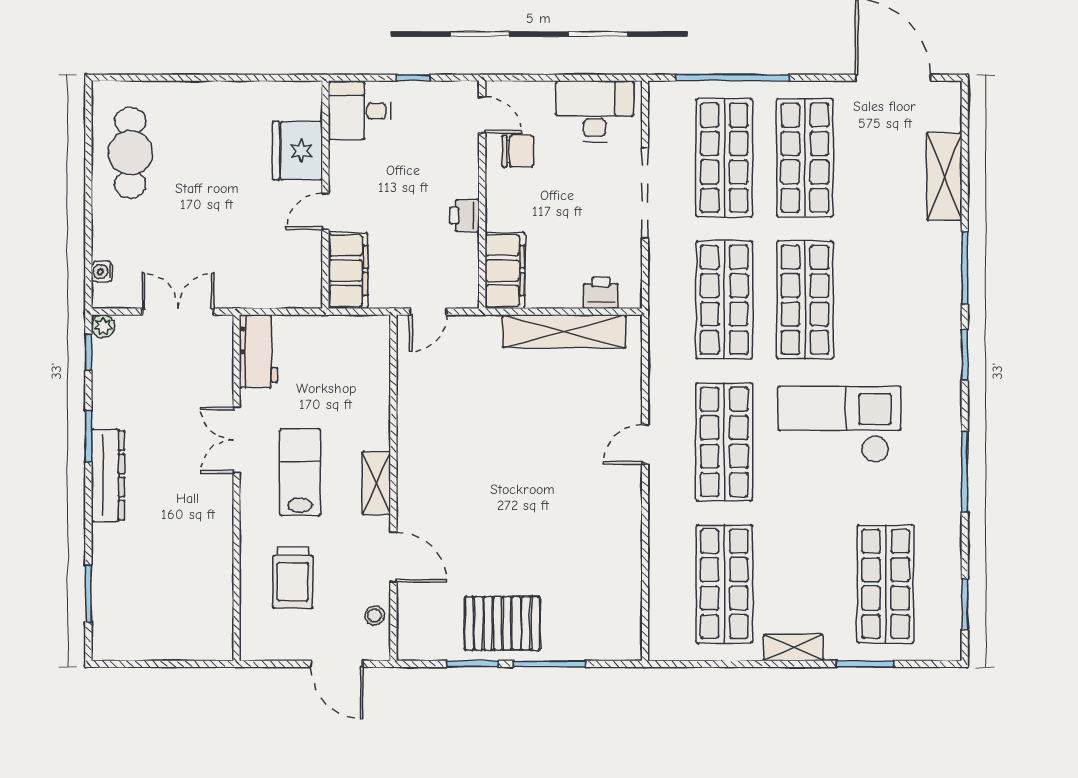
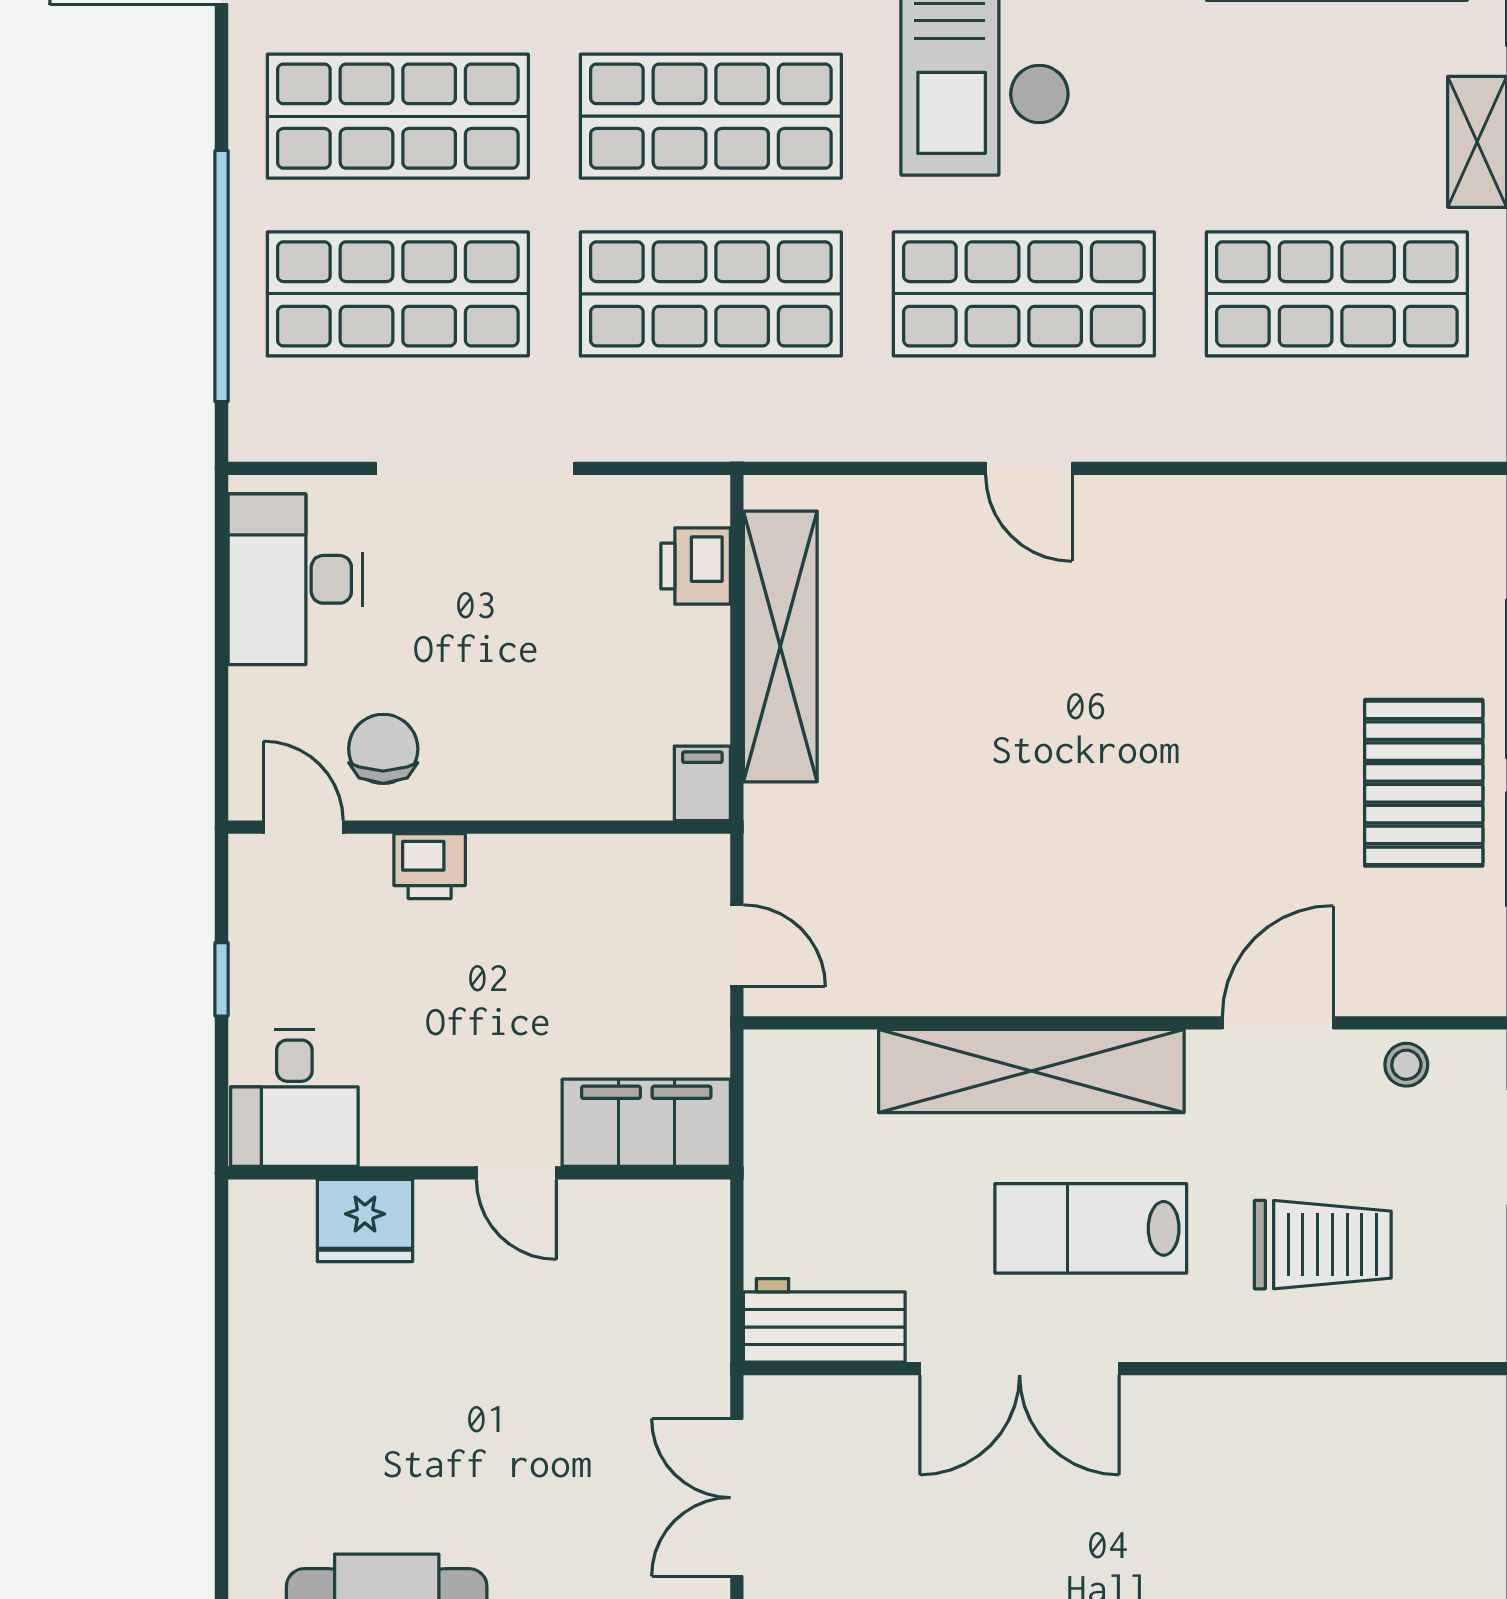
door: (482, 115) -> (303, 827), hinge flipped
fridge: (297, 151) -> (365, 1221), width x0.73, depth x0.75
printer: (465, 216) -> (430, 866), moved
filing cabinet: (505, 271) -> (702, 783), width x0.33, depth x0.86
double door: (236, 440) -> (1020, 1369), width x1.37
shelving: (376, 483) -> (1031, 1071), width x2.20, depth x1.33

